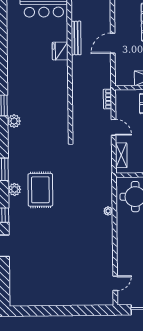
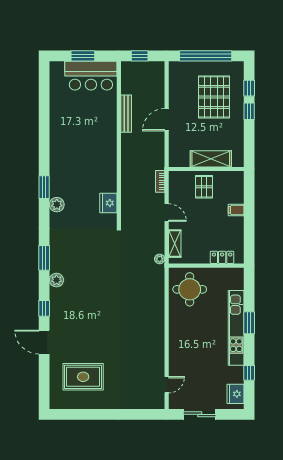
fridge: (60, 51) -> (108, 203), moved
rug: (40, 190) -> (83, 377), moved, turned 90
plant: (108, 211) -> (160, 259), moved

